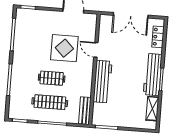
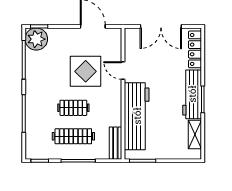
plant: (25, 18) -> (36, 39), added
locker: (158, 37) -> (195, 49), width x1.53
workbench: (103, 82) -> (137, 116), width x1.36, depth x1.32

